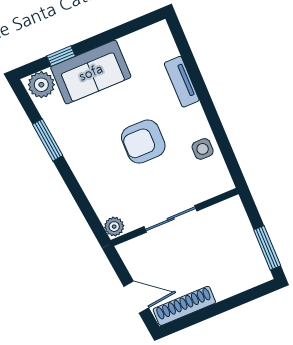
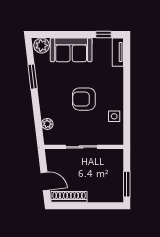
window: (61, 56) -> (104, 34), moved
tv unit: (182, 82) -> (118, 52), moved
plant: (114, 227) -> (47, 124), moved

